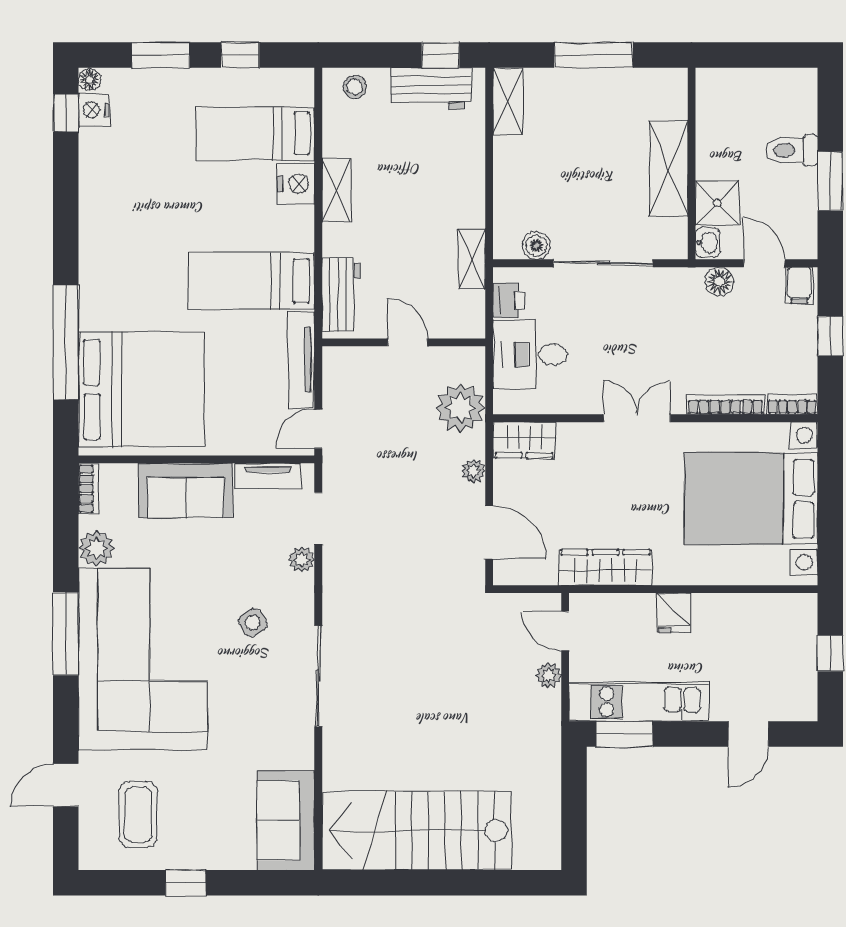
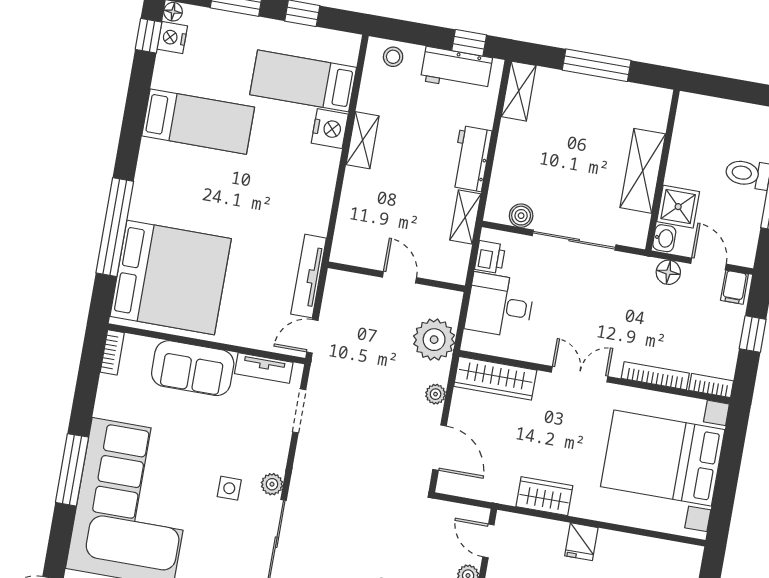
bed: (252, 281) -> (198, 122), moved, turned 180
workbench: (341, 294) -> (471, 159), moved, turned 180
wardrobe: (524, 440) -> (495, 378), width x1.50
plant: (96, 548) -> (110, 403), removed
plant: (302, 560) -> (272, 484), moved
wardrobe: (605, 567) -> (544, 496), width x0.67
side table: (253, 623) -> (229, 488), turned 34

